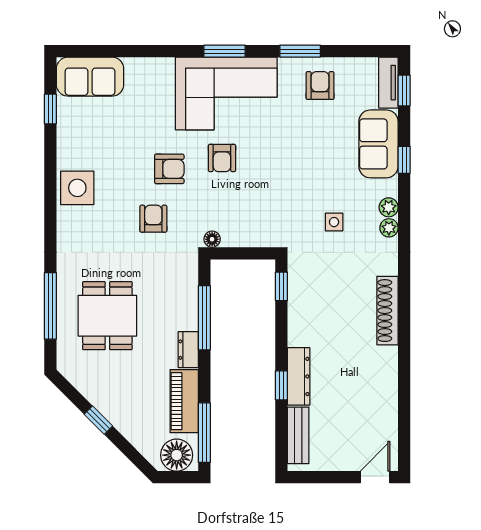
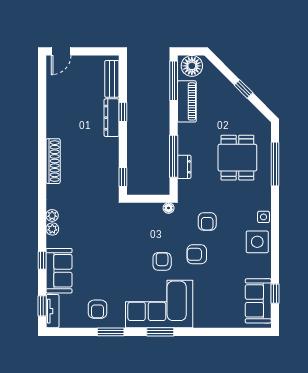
sofa: (90, 77) -> (258, 301), moved, turned -90
side table: (334, 222) -> (264, 217), moved
dresser: (188, 350) -> (184, 167), moved

